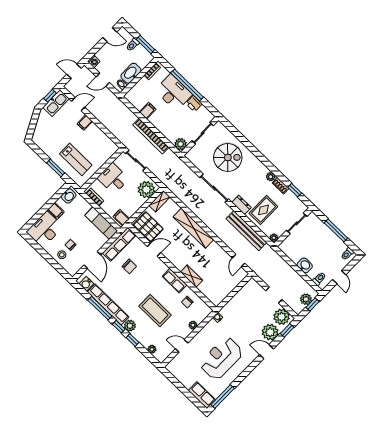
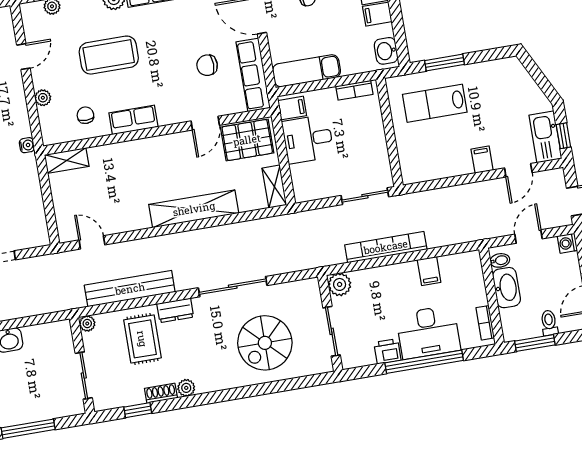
desk: (113, 178) -> (308, 139), moved, turned 180
plant: (146, 190) -> (308, 179), removed
shelving: (192, 276) -> (67, 161), moved

